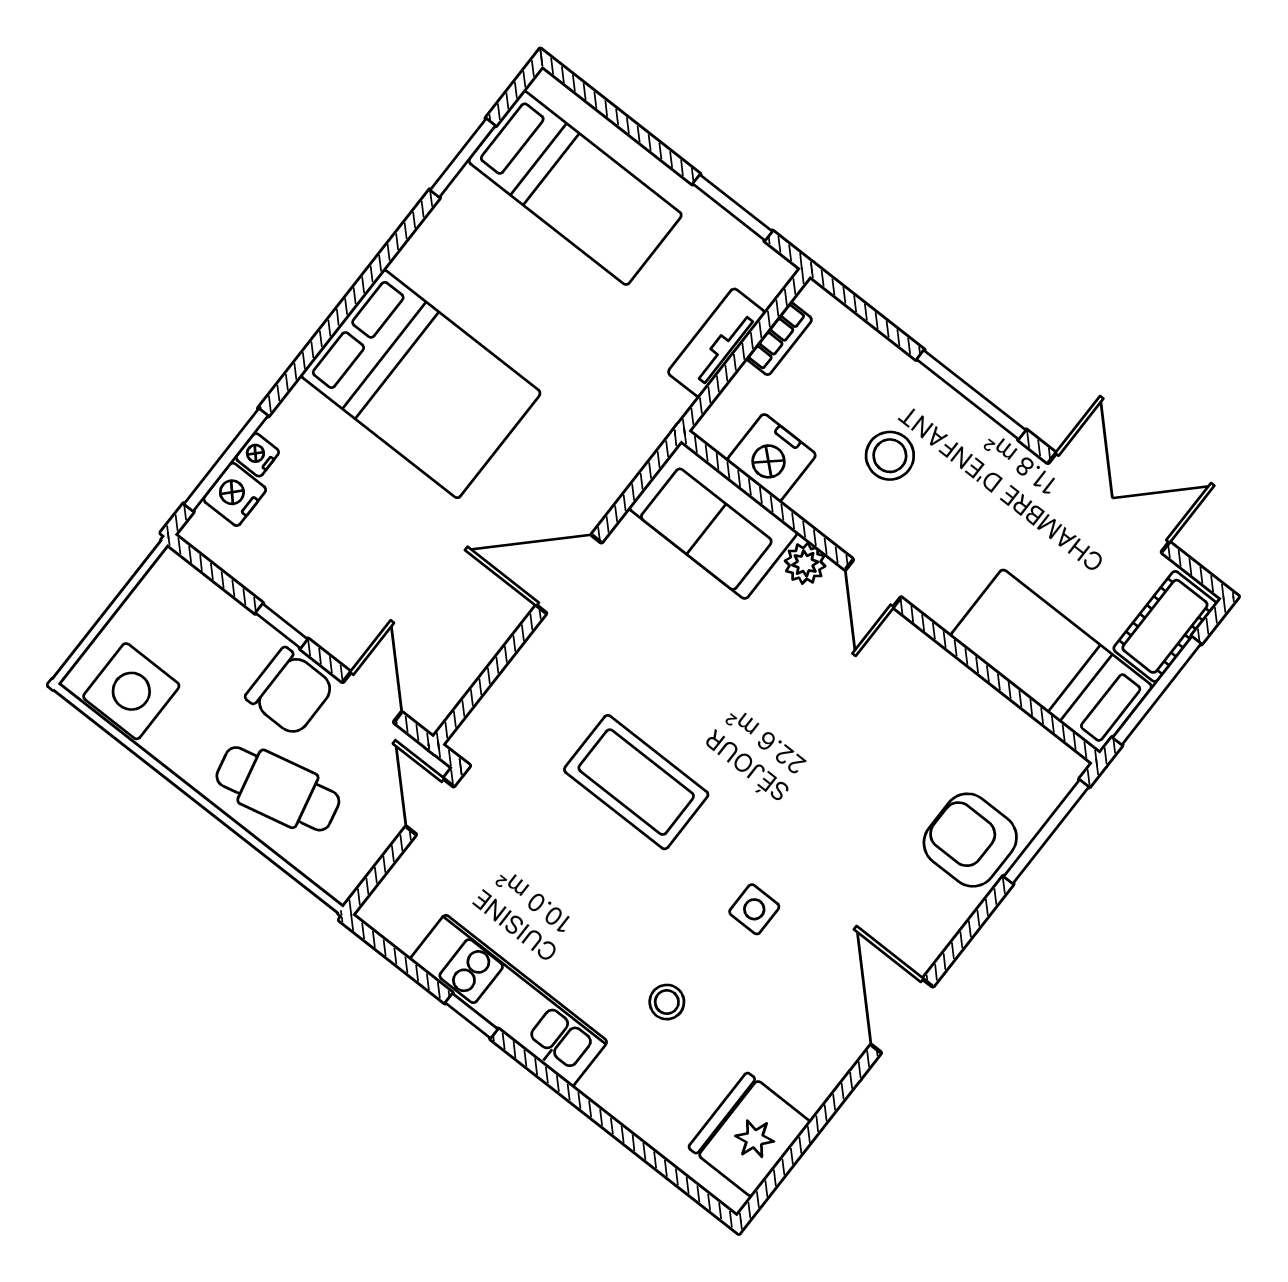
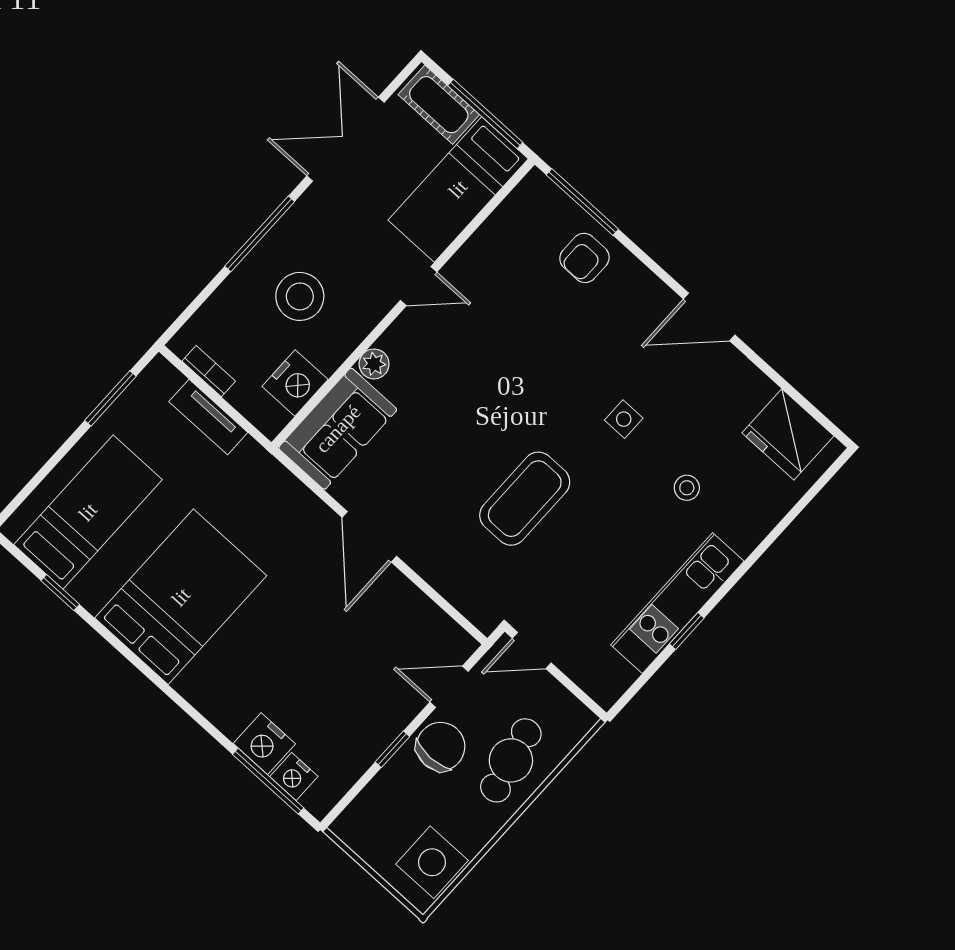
window: (463, 158) -> (60, 593), width x0.67
bed: (421, 384) -> (181, 597), moved
nightstand: (257, 455) -> (264, 744), width x1.89, depth x1.79
stool: (890, 456) -> (300, 296), width x1.38, depth x1.38
door: (873, 583) -> (419, 286), moved
armchair: (970, 840) -> (584, 258), width x0.72, depth x0.72

